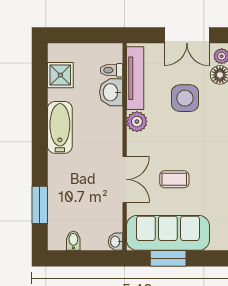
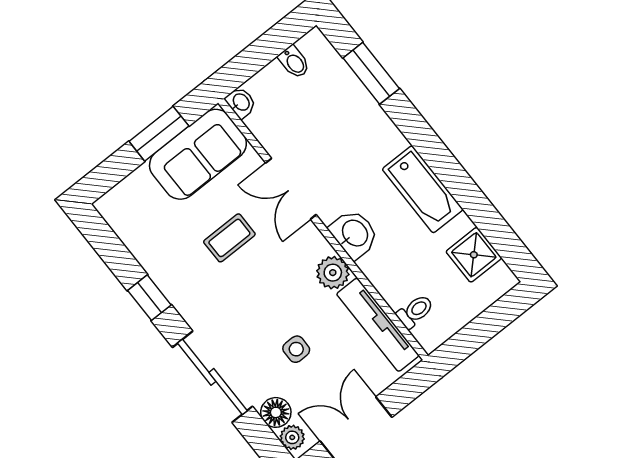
washbasin: (111, 92) -> (354, 234), moved
side table: (185, 98) -> (296, 349), width x0.54, depth x0.54
sofa: (168, 233) -> (198, 154), width x0.73

